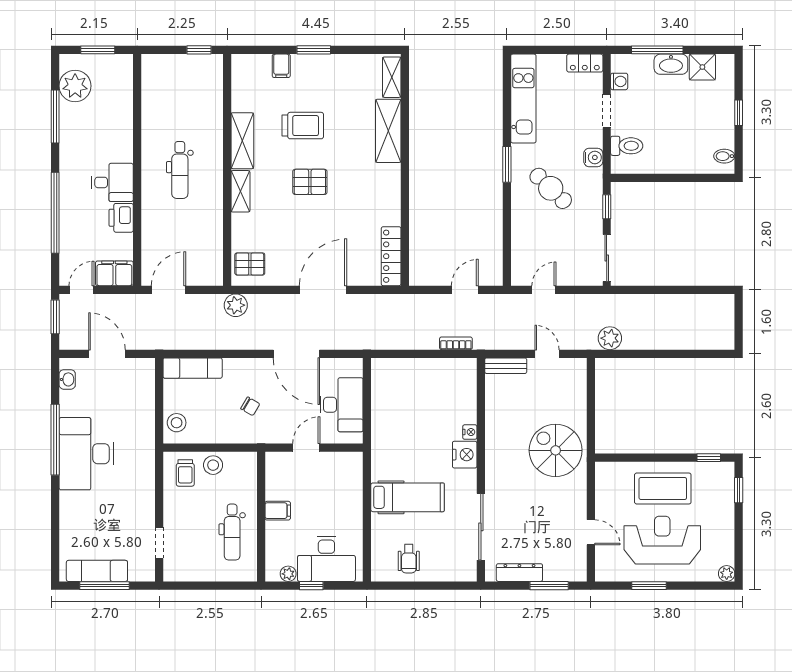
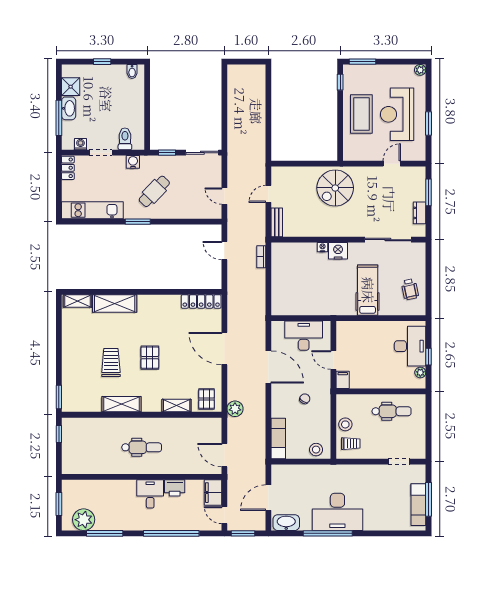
window: (314, 50) -> (59, 397), moved
filing cabinet: (281, 66) -> (70, 377), removed
shelving: (240, 191) -> (177, 406), moved
plant: (610, 338) -> (258, 150), removed
door: (296, 354) -> (268, 367), hinge flipped
washbasin: (67, 379) -> (286, 523), width x1.91, depth x1.45
window: (739, 490) -> (363, 62), width x1.50
filing cabinet: (278, 511) -> (343, 380), moved
wheelchair: (409, 559) -> (410, 289), turned 78
dresser: (519, 573) -> (420, 213), width x0.70

